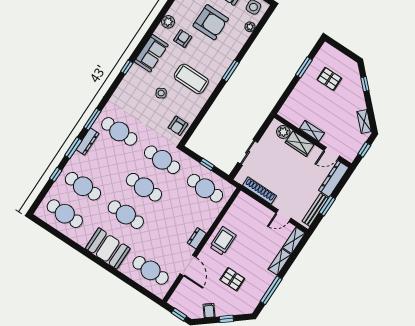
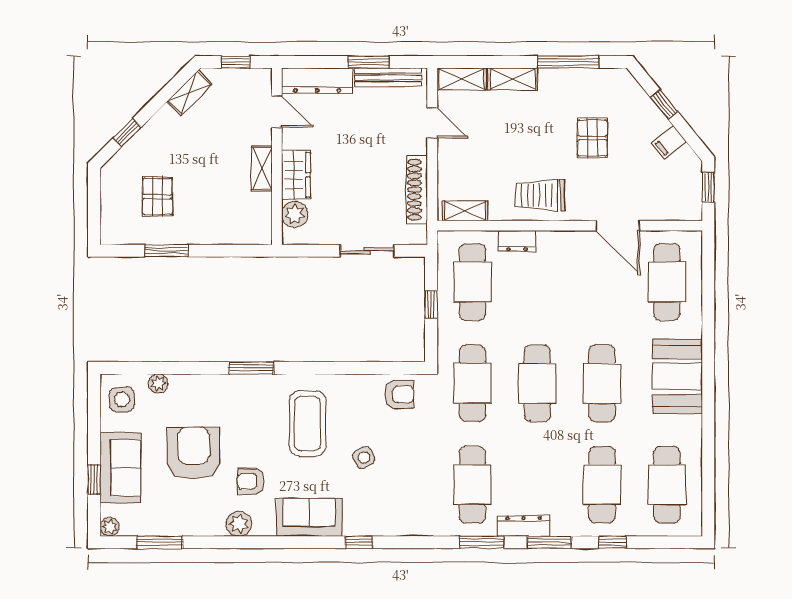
shelving: (237, 205) -> (465, 211), added
dresser: (197, 238) -> (517, 241), moved
door: (188, 265) -> (618, 226), swing flipped

